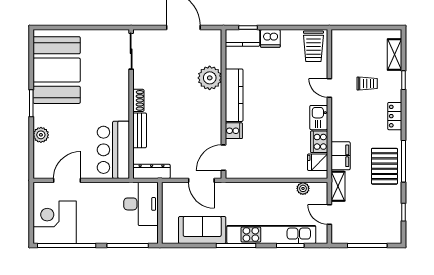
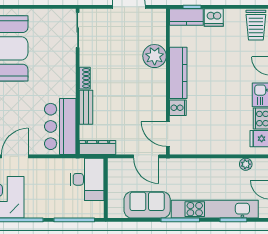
door: (223, 158) -> (168, 134), hinge flipped

